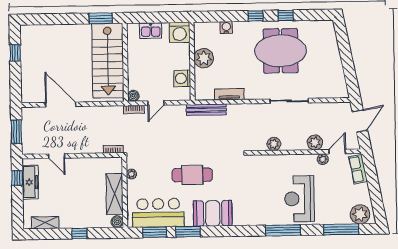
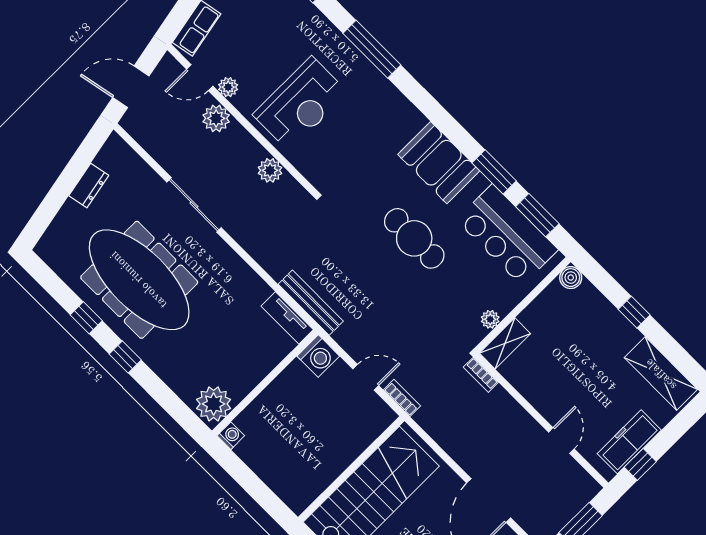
water cooler: (226, 28) -> (177, 380), removed
kitchen sink: (151, 31) -> (277, 476), removed
washing machine: (180, 32) -> (231, 436), width x0.53, depth x0.53
meeting table: (281, 51) -> (139, 280), width x1.36
plant: (204, 58) -> (214, 404), moved
dresser: (337, 67) -> (89, 186), added
washing machine: (182, 78) -> (318, 356), moved
tv unit: (229, 94) -> (287, 318), moved
boiler: (133, 96) -> (385, 416), removed
shelving: (115, 194) -> (505, 343), moved, width x0.67, depth x0.75
reception desk: (299, 199) -> (300, 104), moved
shelving: (45, 223) -> (661, 374), width x1.50, depth x1.33

